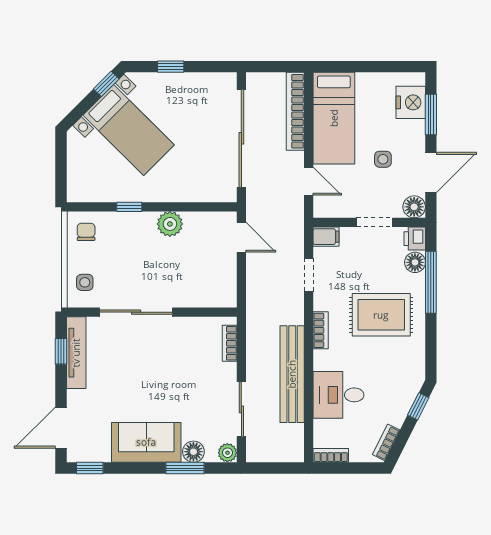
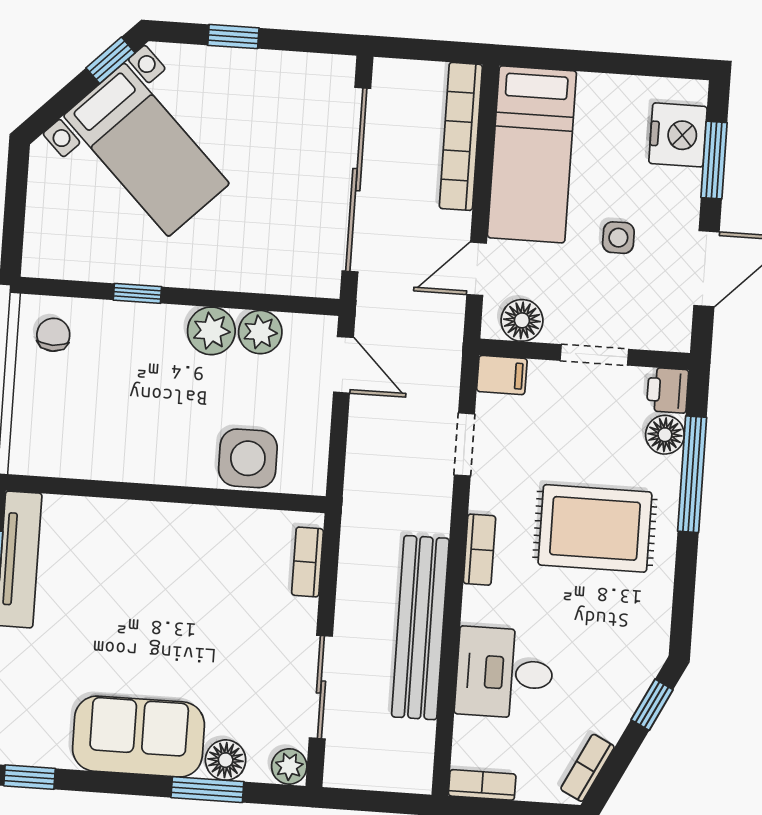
door: (309, 181) -> (477, 269), swing flipped
floor lamp: (414, 207) -> (522, 320), moved
plant: (196, 223) -> (260, 332), added
side table: (85, 282) -> (248, 458), moved, width x1.87, depth x1.87
sliding door: (136, 312) -> (137, 492), removed

